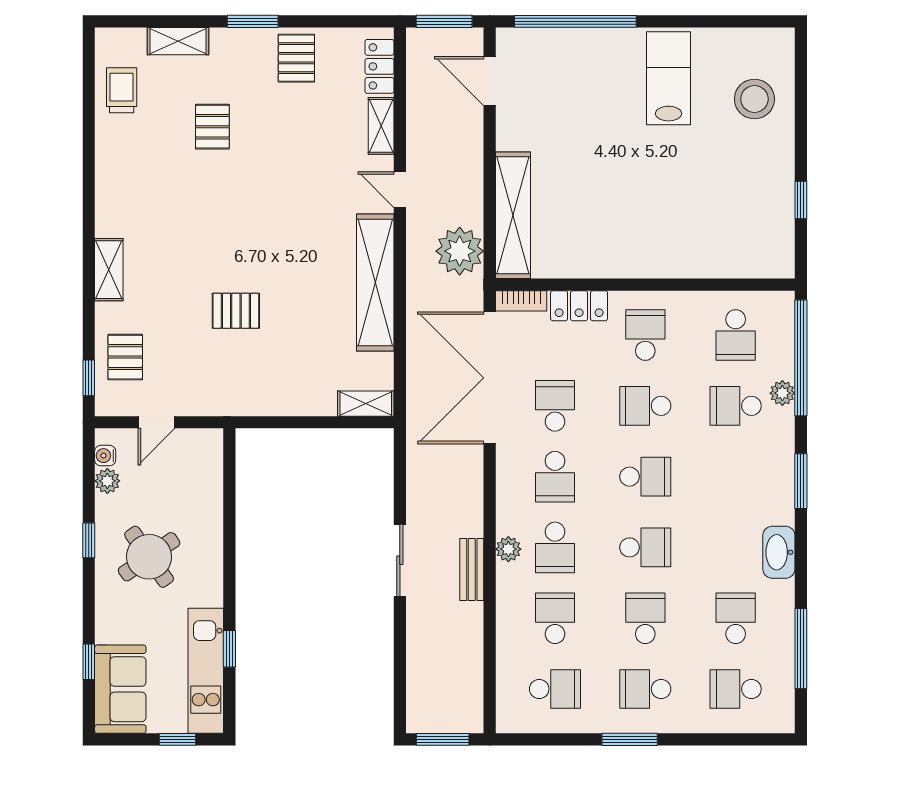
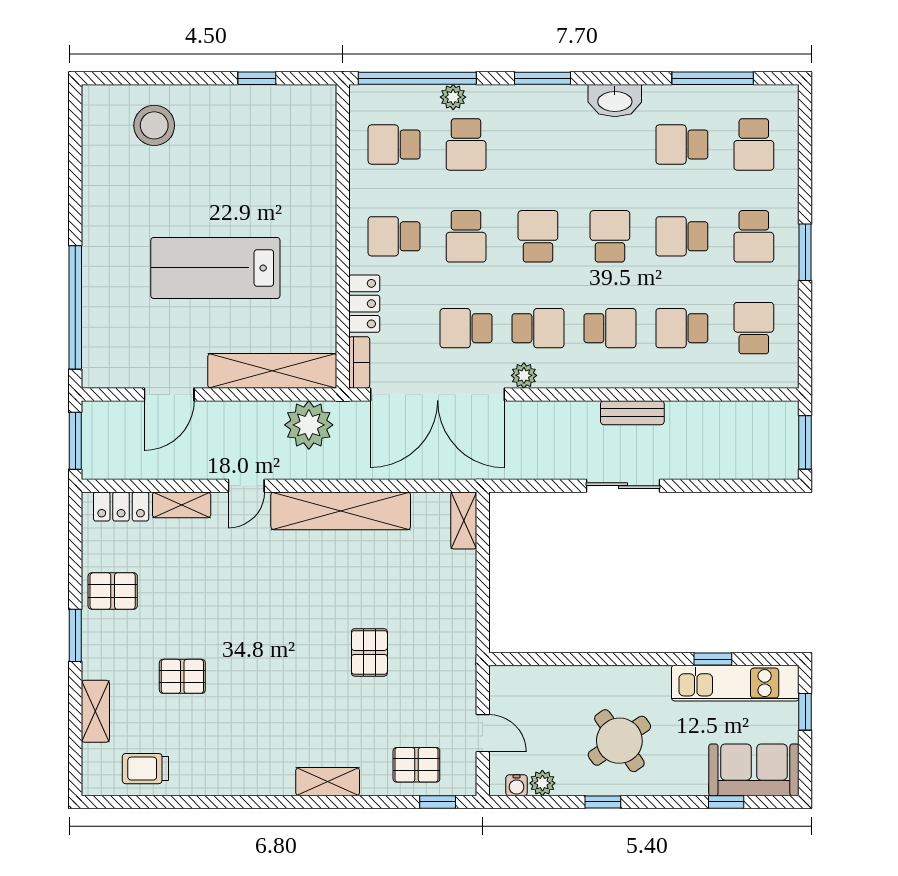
lab bench: (669, 78) -> (215, 268), moved, width x1.36, depth x1.39
door: (490, 81) -> (169, 394), moved
school desk: (736, 335) -> (394, 145), turned 180
plant: (508, 549) -> (524, 375), moved

